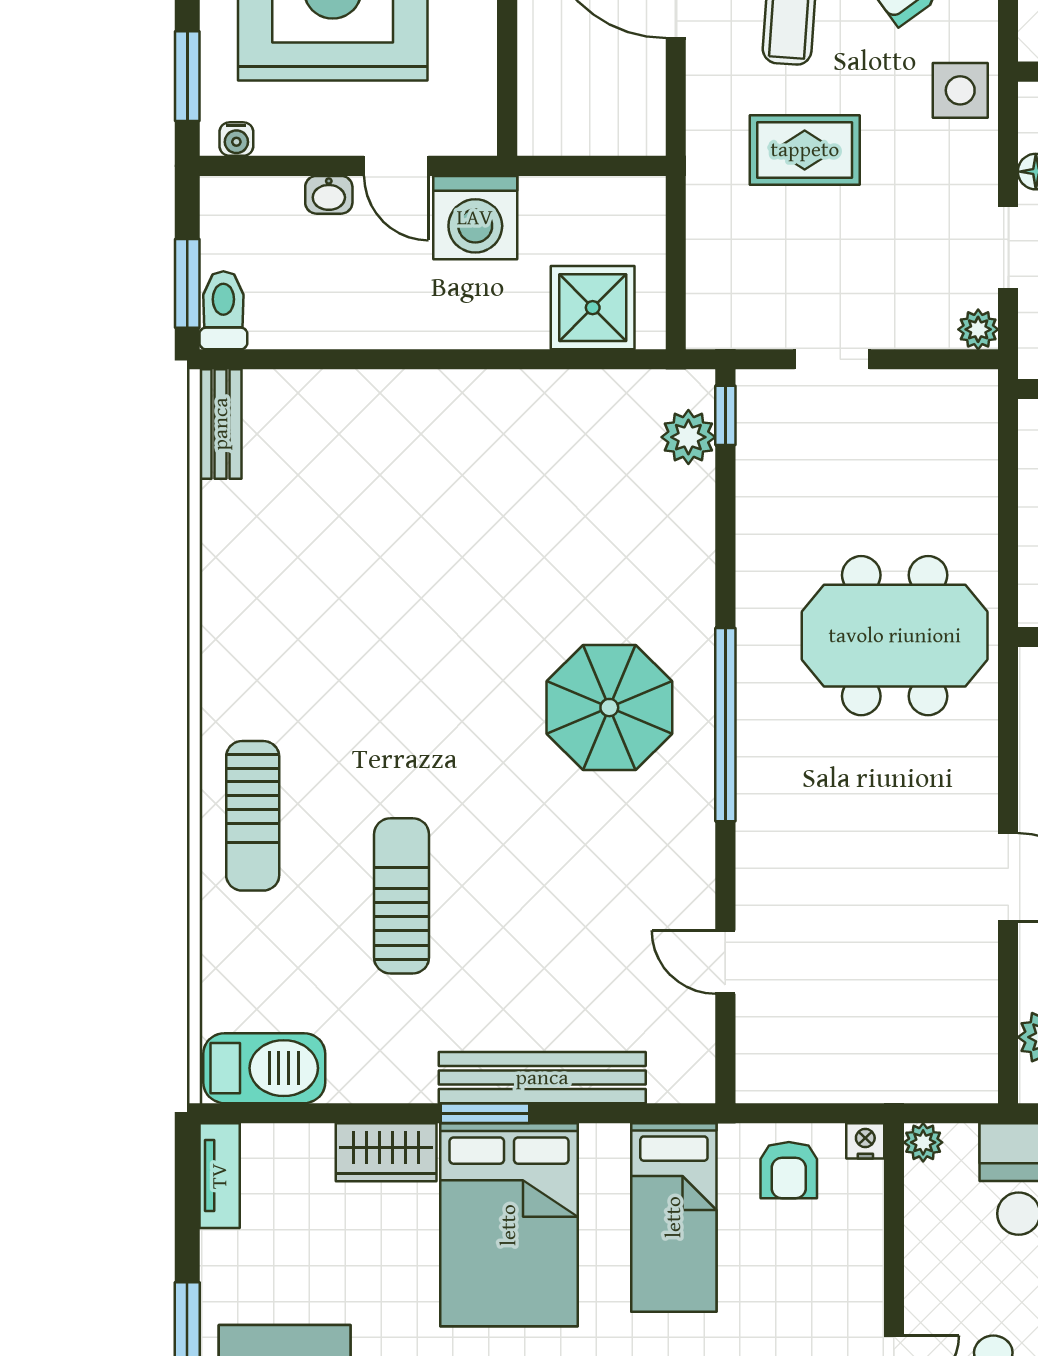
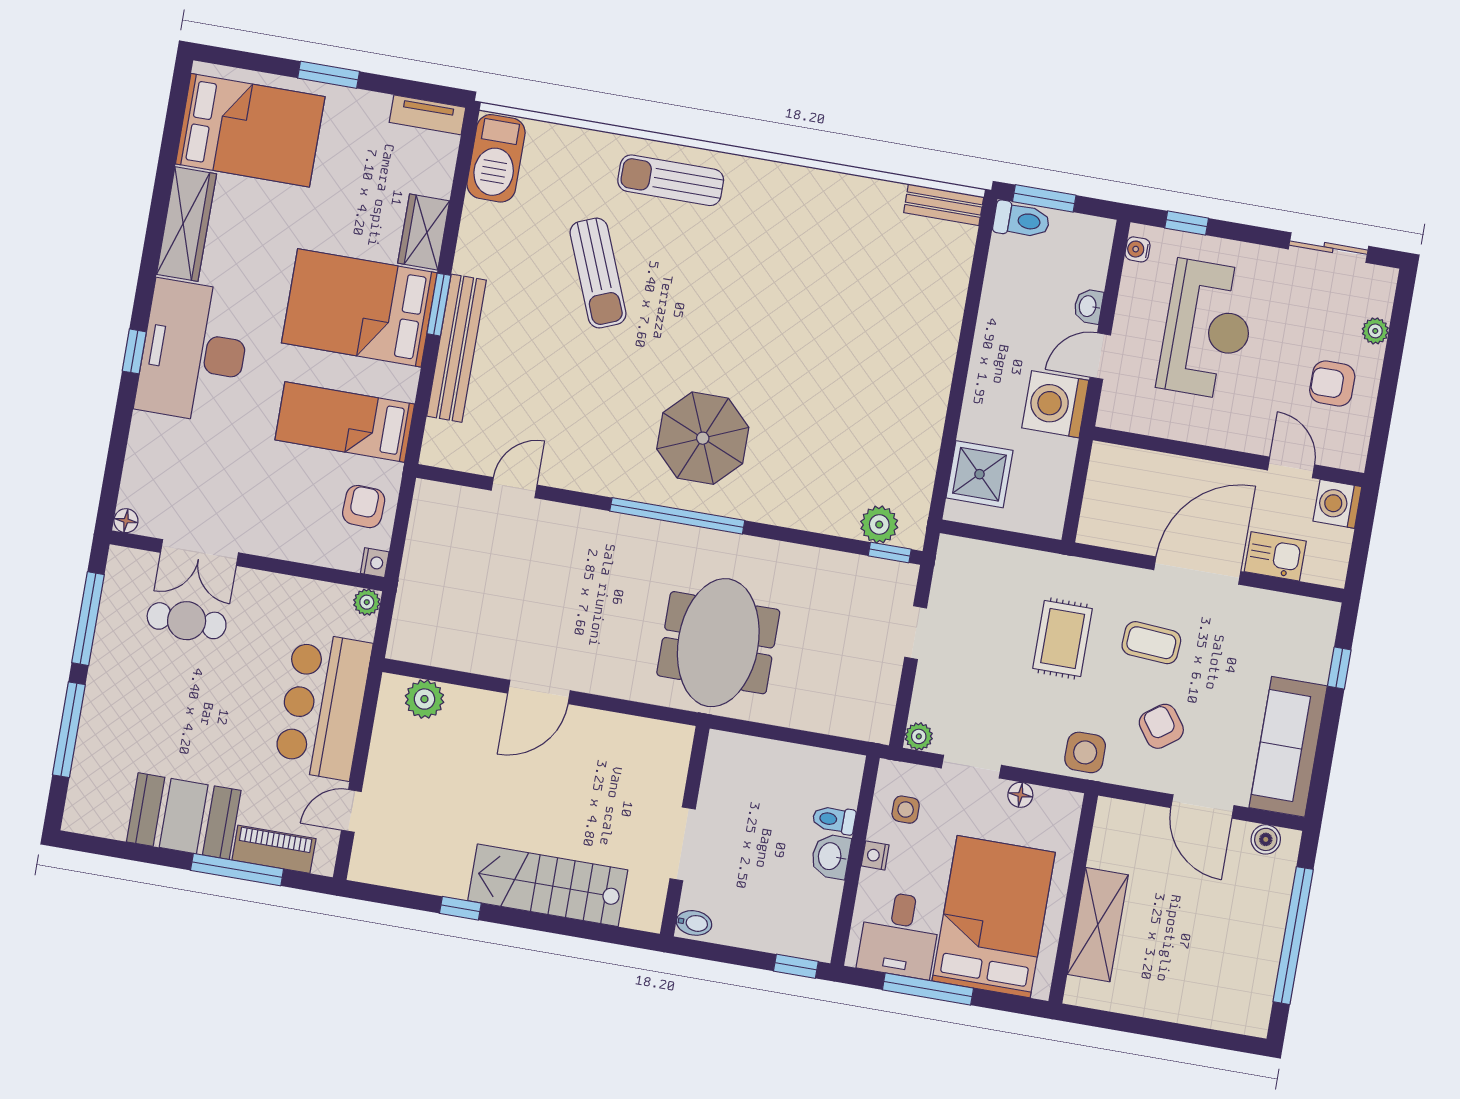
window: (187, 76) -> (1187, 223), width x0.67
sun lounger: (402, 896) -> (598, 273), turned 68
armchair: (789, 1170) -> (364, 507), turned 92

